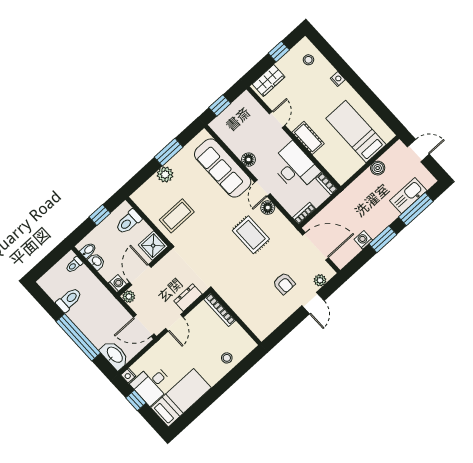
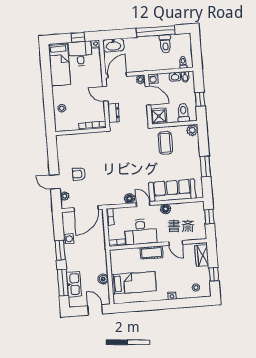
door: (418, 151) -> (95, 310), swing flipped
plant: (165, 174) -> (192, 130), moved
rug: (251, 235) -> (121, 177), removed
window: (78, 337) -> (156, 31), moved

